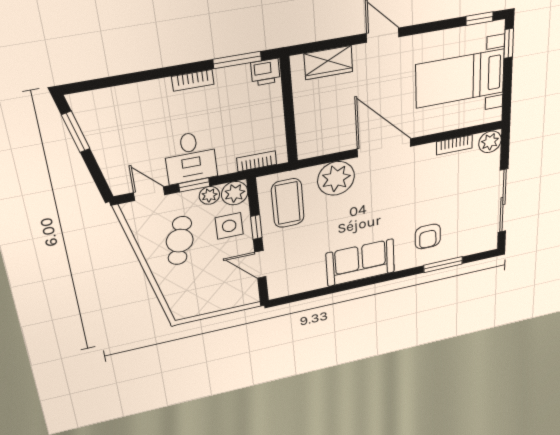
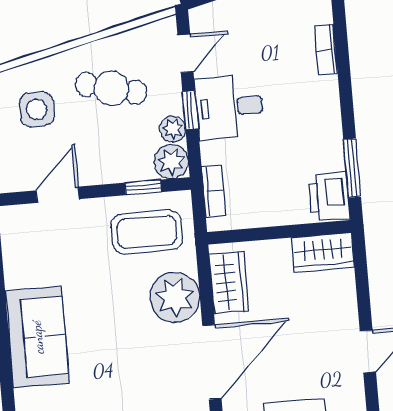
wardrobe: (328, 63) -> (323, 252), moved, turned -90
printer: (265, 72) -> (329, 197), width x1.36, depth x1.24
bookcase: (193, 80) -> (326, 50), moved
wardrobe: (326, 143) -> (229, 282), added
side table: (229, 226) -> (37, 109), moved
window: (256, 227) -> (143, 187), moved

